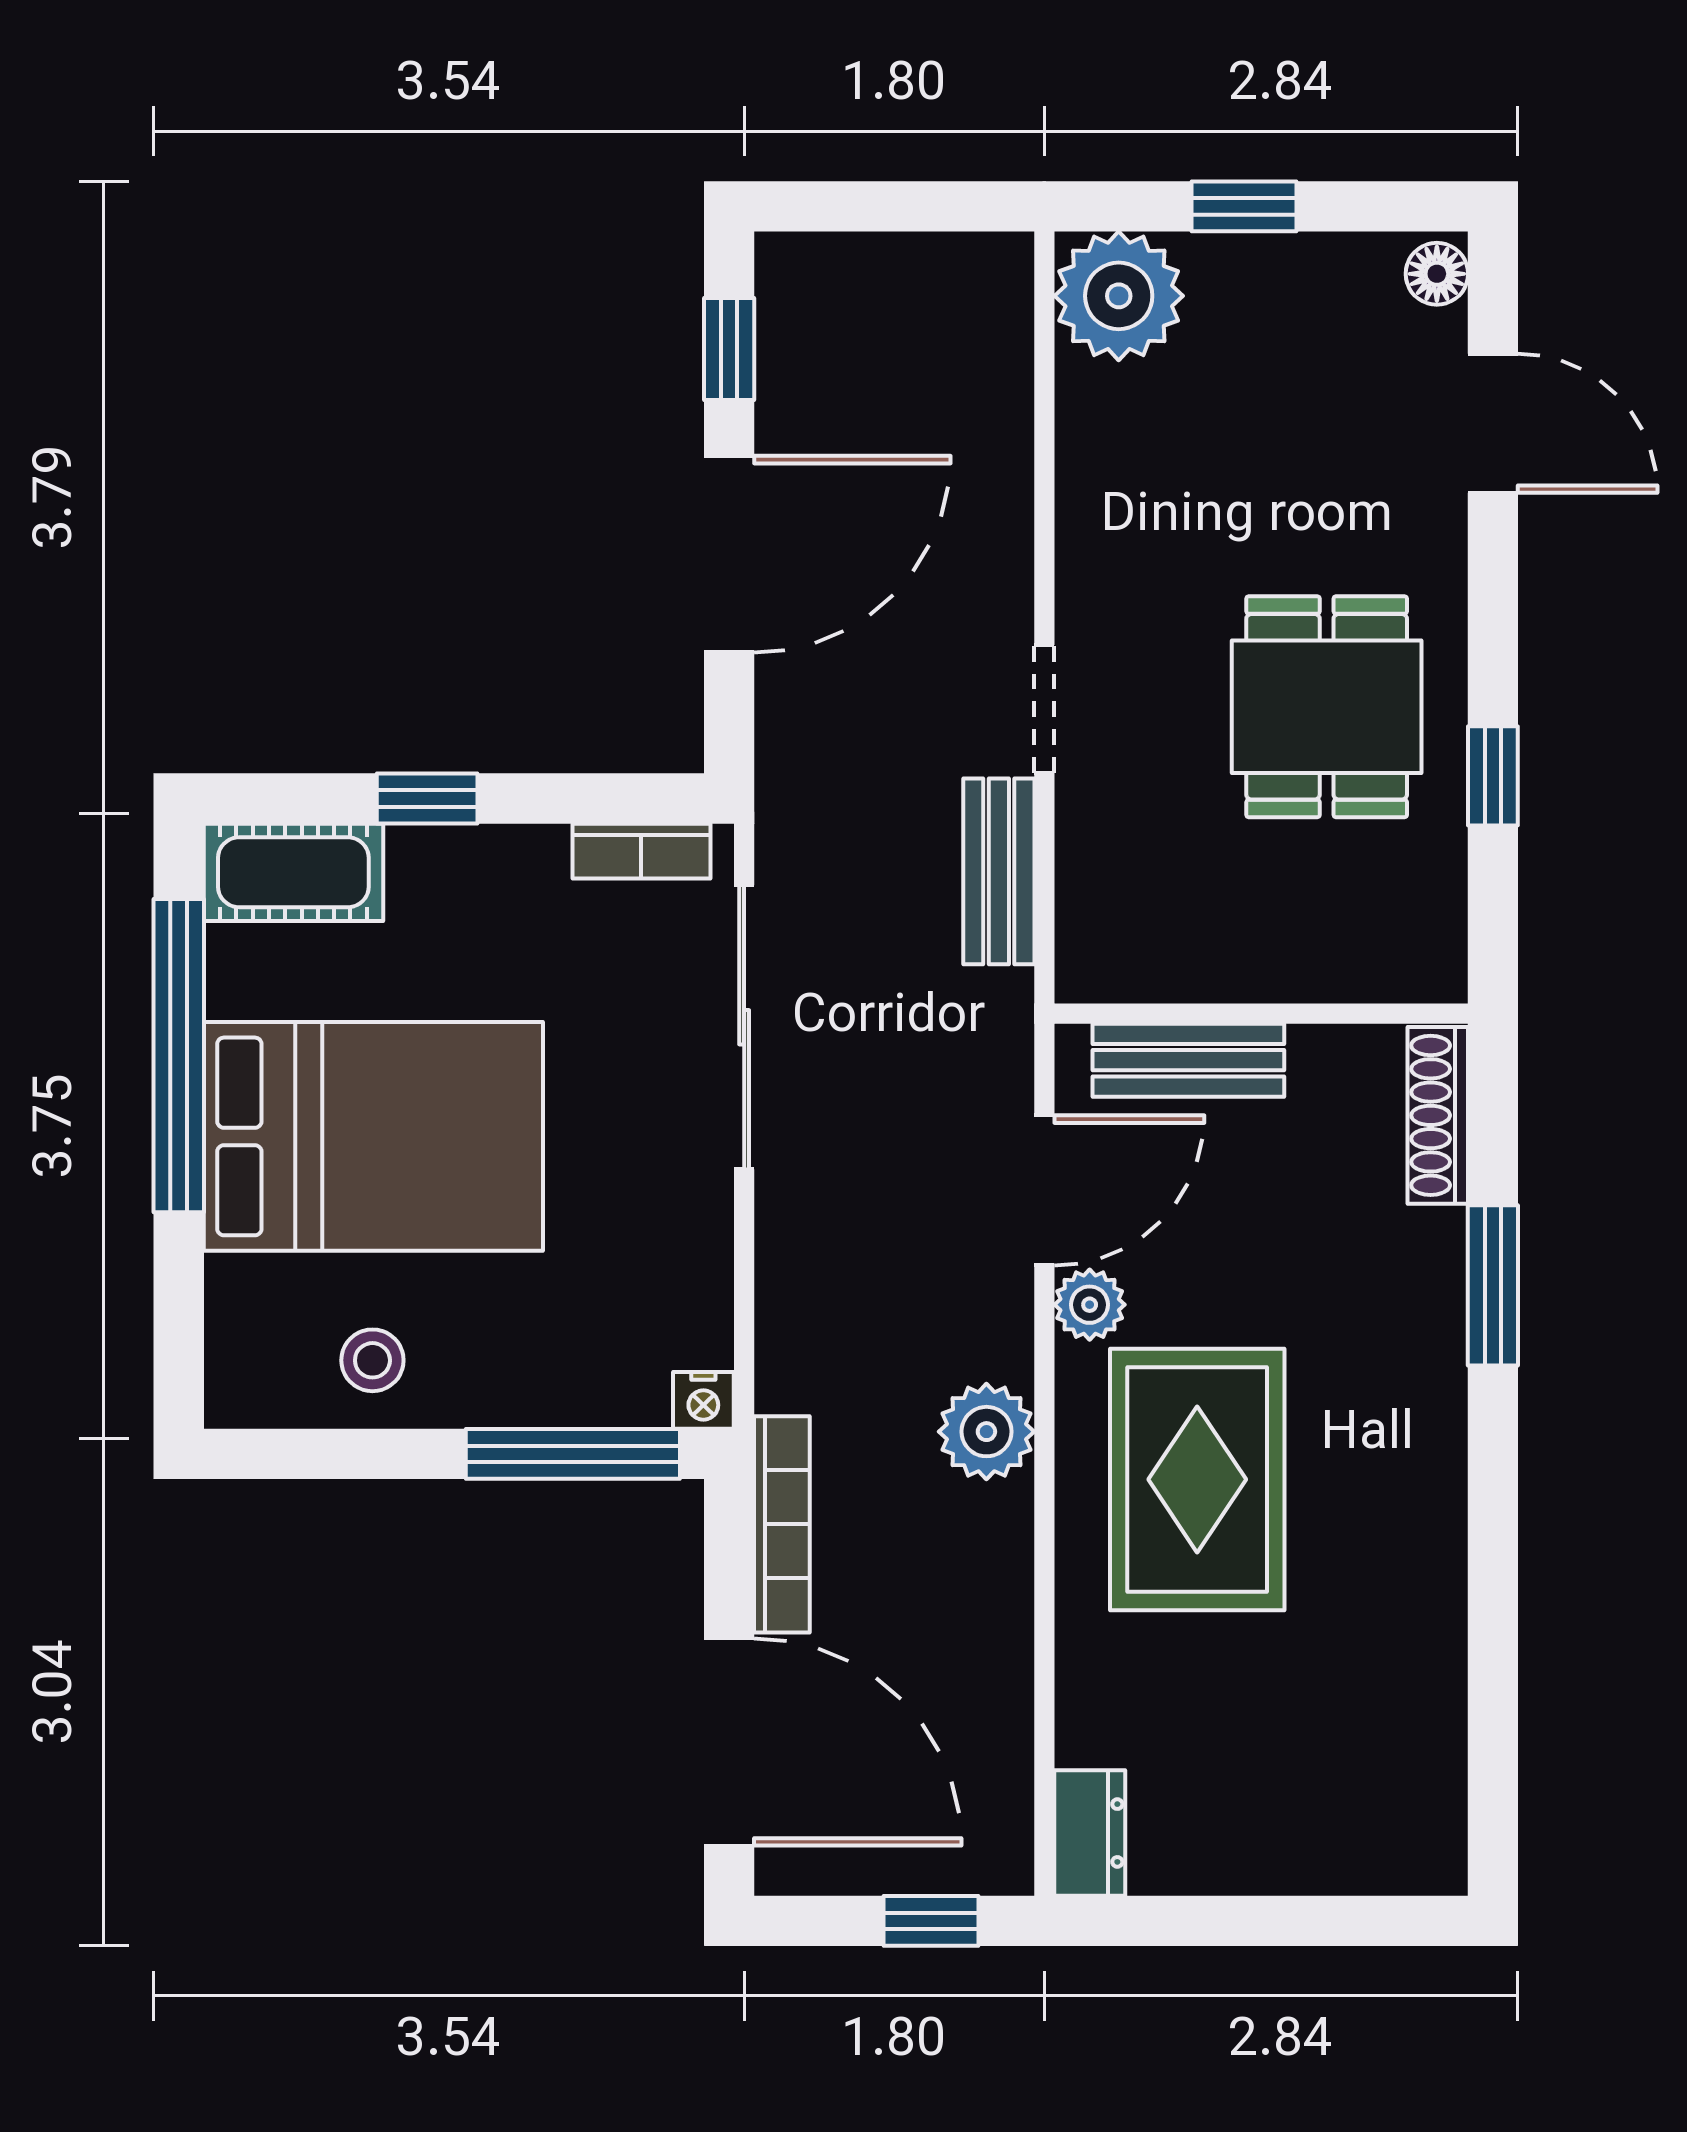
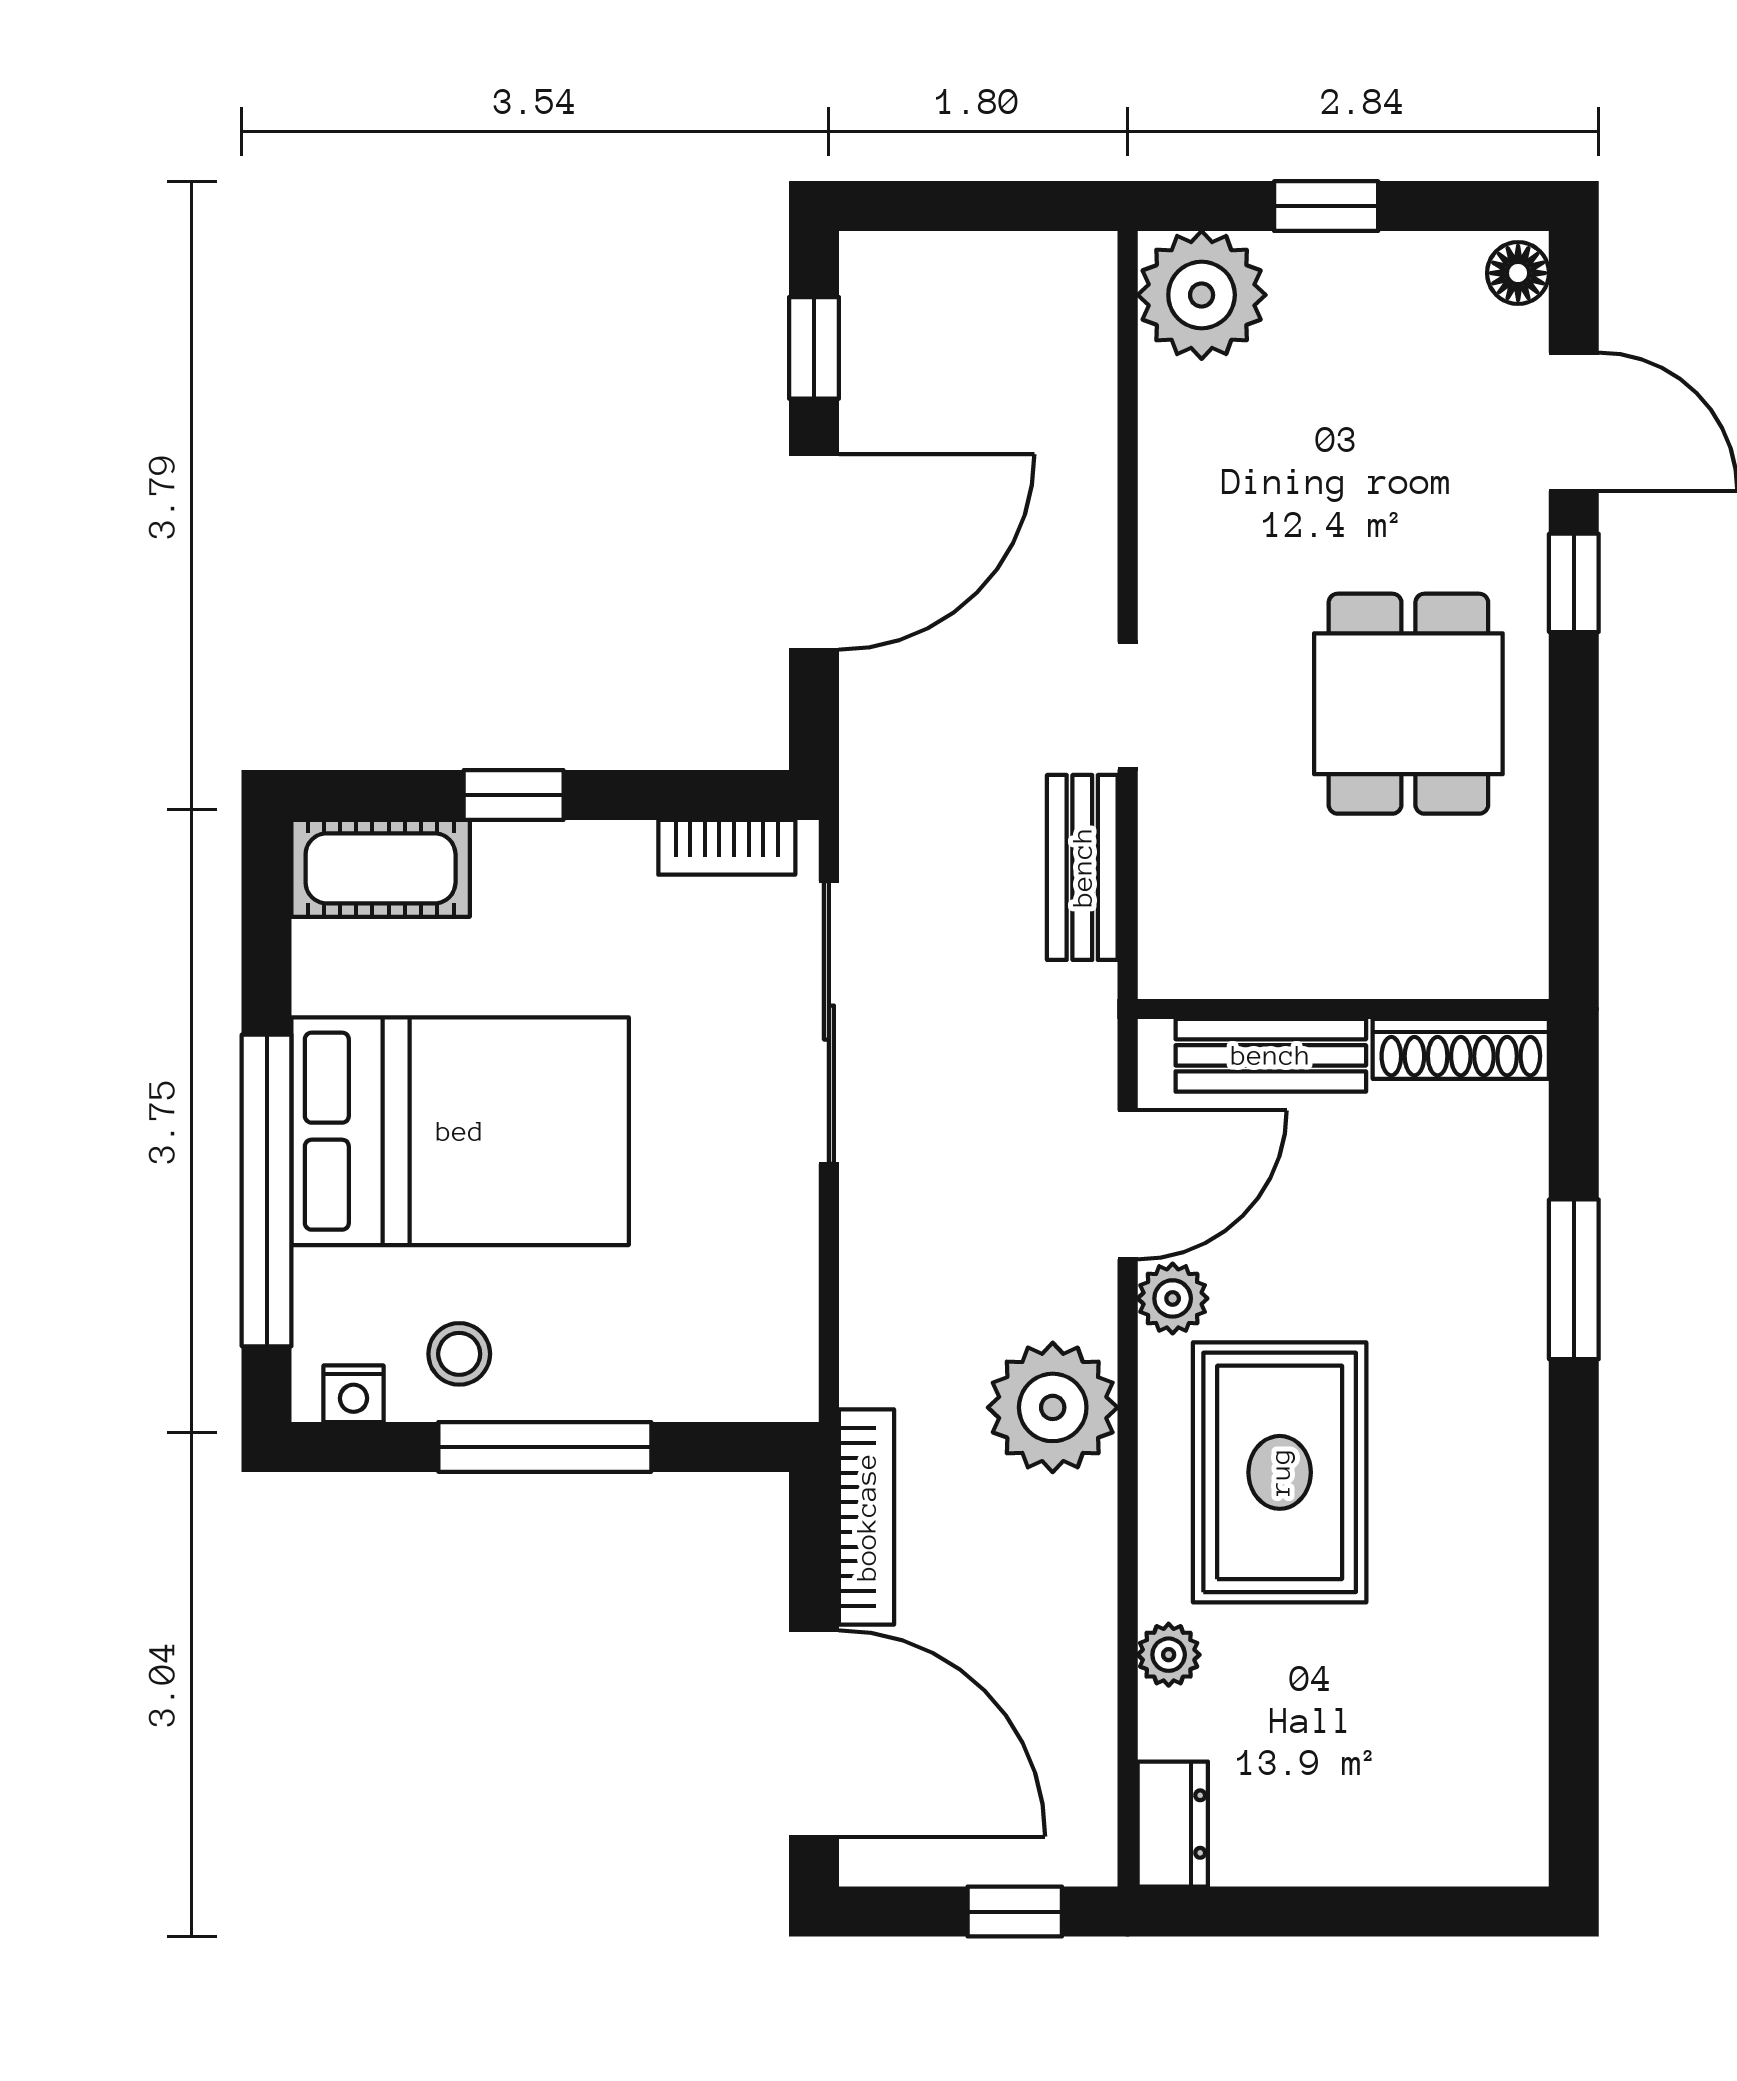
window: (1493, 776) -> (1574, 583), moved
window: (179, 1056) -> (267, 1190), moved
shoe rack: (1438, 1115) -> (1461, 1049), moved, turned -90
nightstand: (703, 1400) -> (354, 1394), moved
plant: (986, 1432) -> (1053, 1407), width x1.36, depth x1.36
window: (573, 1454) -> (545, 1447), moved
plant: (1086, 1663) -> (1169, 1655), added

